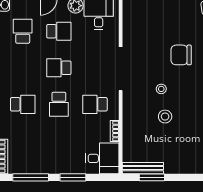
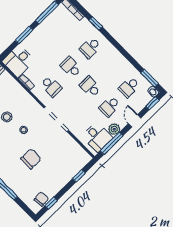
school desk: (23, 31) -> (129, 87), turned 90
school desk: (59, 68) -> (90, 87), turned -90
school desk: (95, 104) -> (51, 86), turned 90

